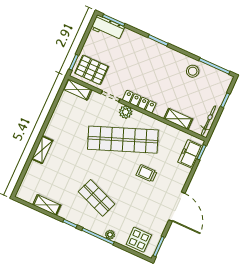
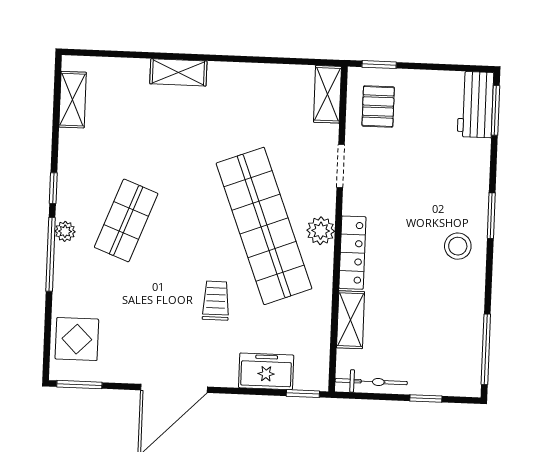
pallet: (92, 70) -> (378, 107), width x0.67, depth x0.71
stool: (193, 71) -> (458, 246), moved
locker: (139, 102) -> (352, 253), moved
plant: (126, 112) -> (321, 231), moved
freezer: (190, 154) -> (266, 371), moved
shelving: (47, 205) -> (73, 100), moved
plant: (110, 235) -> (65, 231), moved

